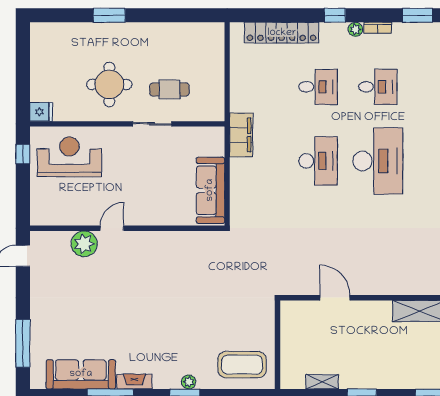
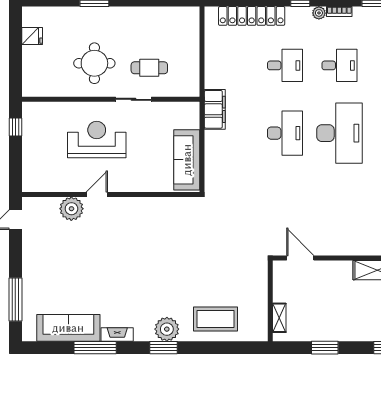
fridge: (41, 112) -> (32, 36), moved
reception desk: (69, 157) -> (97, 140), moved
wall: (278, 345) -> (270, 301), moved
plant: (189, 382) -> (167, 329), width x1.88, depth x1.88
shelving: (322, 382) -> (279, 318), moved, turned 90

